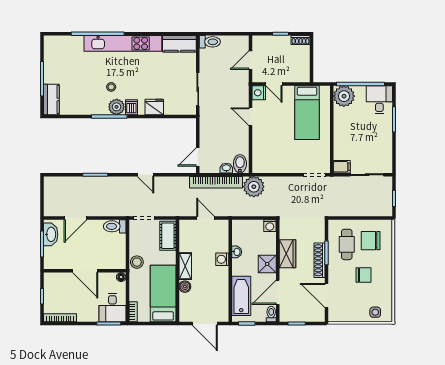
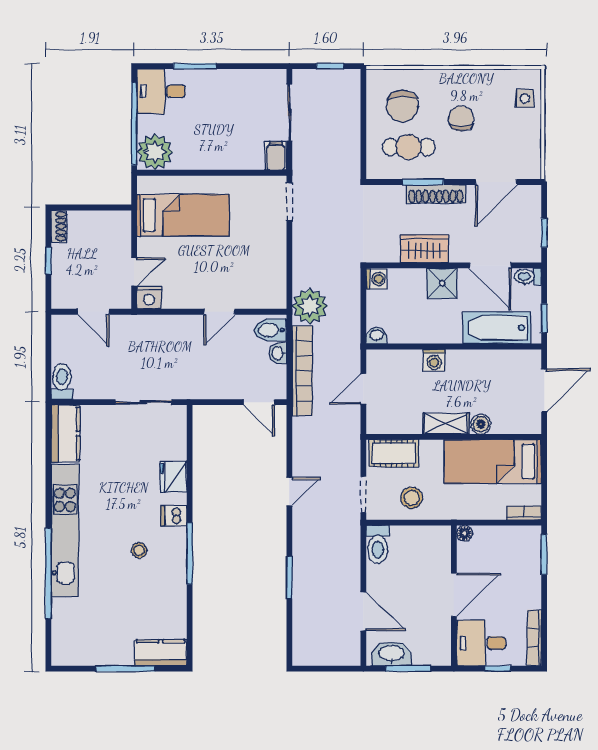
plant: (117, 107) -> (173, 541), removed
door: (251, 117) -> (219, 312), moved
washbasin: (237, 252) -> (376, 335), moved
stool: (137, 262) -> (412, 498), moved
desk: (112, 308) -> (481, 643), moved, turned 180

